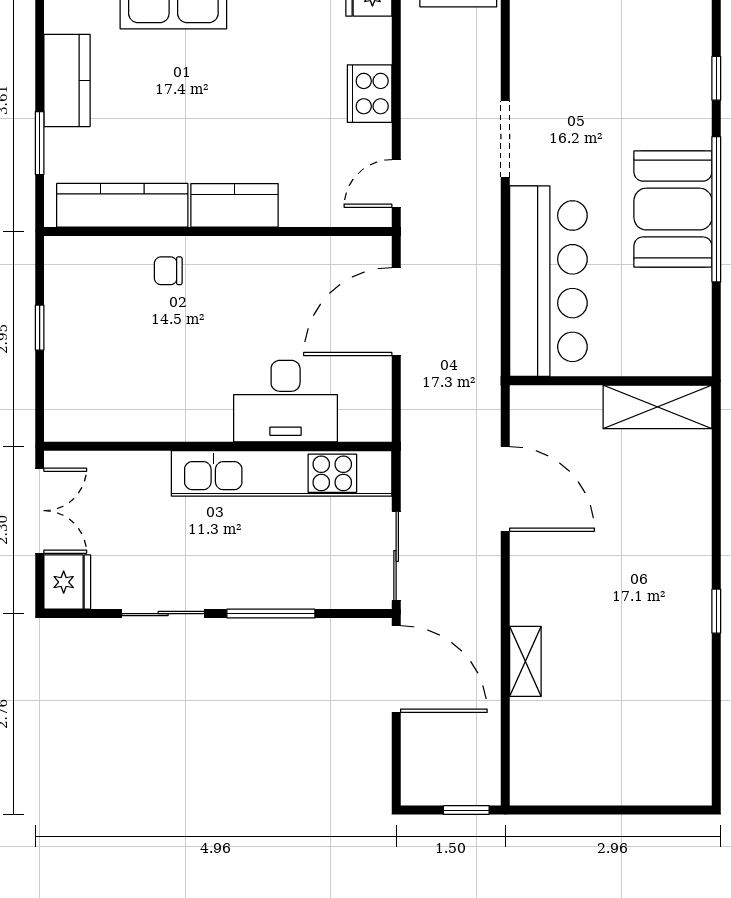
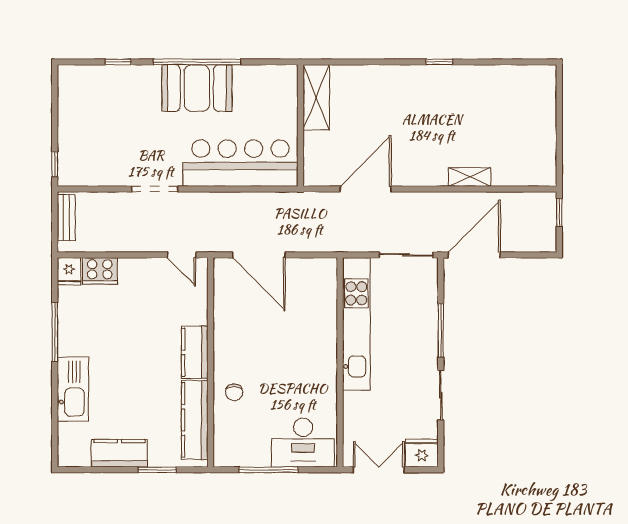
cooker: (370, 94) -> (100, 271), moved
window: (40, 328) -> (268, 470), width x2.17
desk: (286, 401) -> (303, 443), moved, turned 90

